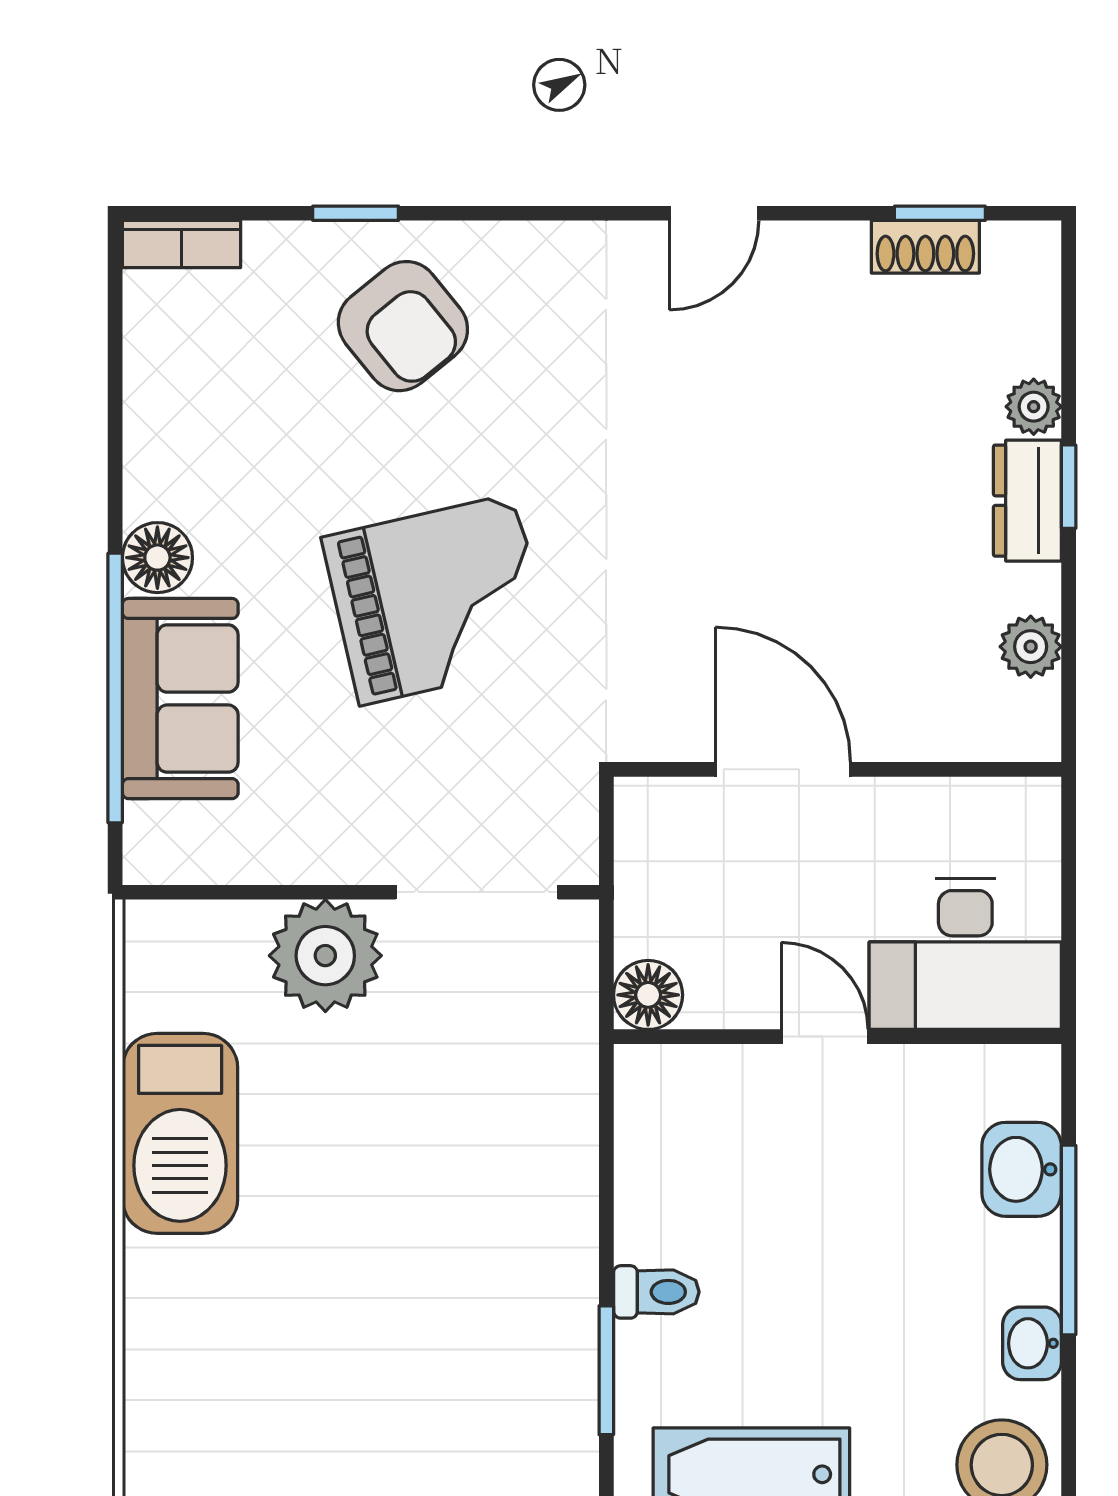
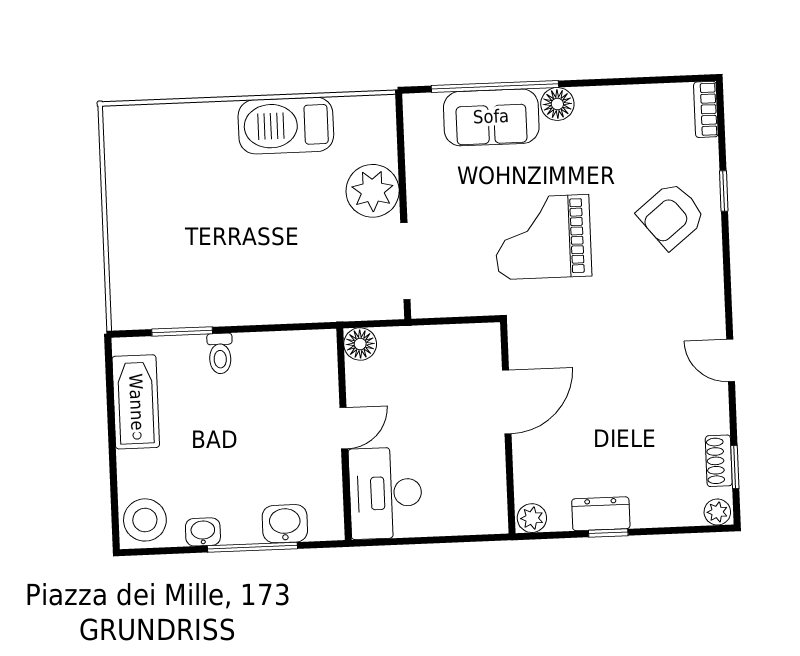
plant: (1034, 407) -> (717, 512), moved
grand piano: (437, 599) -> (543, 237), turned 103
door: (783, 769) -> (507, 402), moved
wall: (837, 769) -> (508, 428), moved

